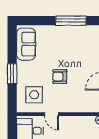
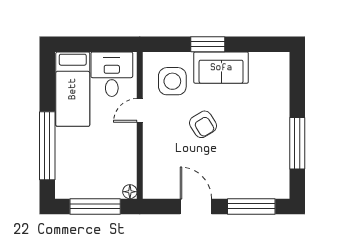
sofa: (26, 44) -> (221, 68), moved
armchair: (60, 77) -> (203, 124), turned 148

